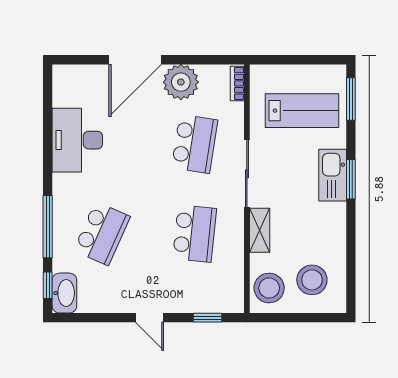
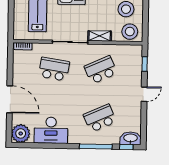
plant: (181, 82) -> (21, 133), moved
school desk: (102, 234) -> (100, 118), turned -48
school desk: (195, 234) -> (101, 70), turned -30

